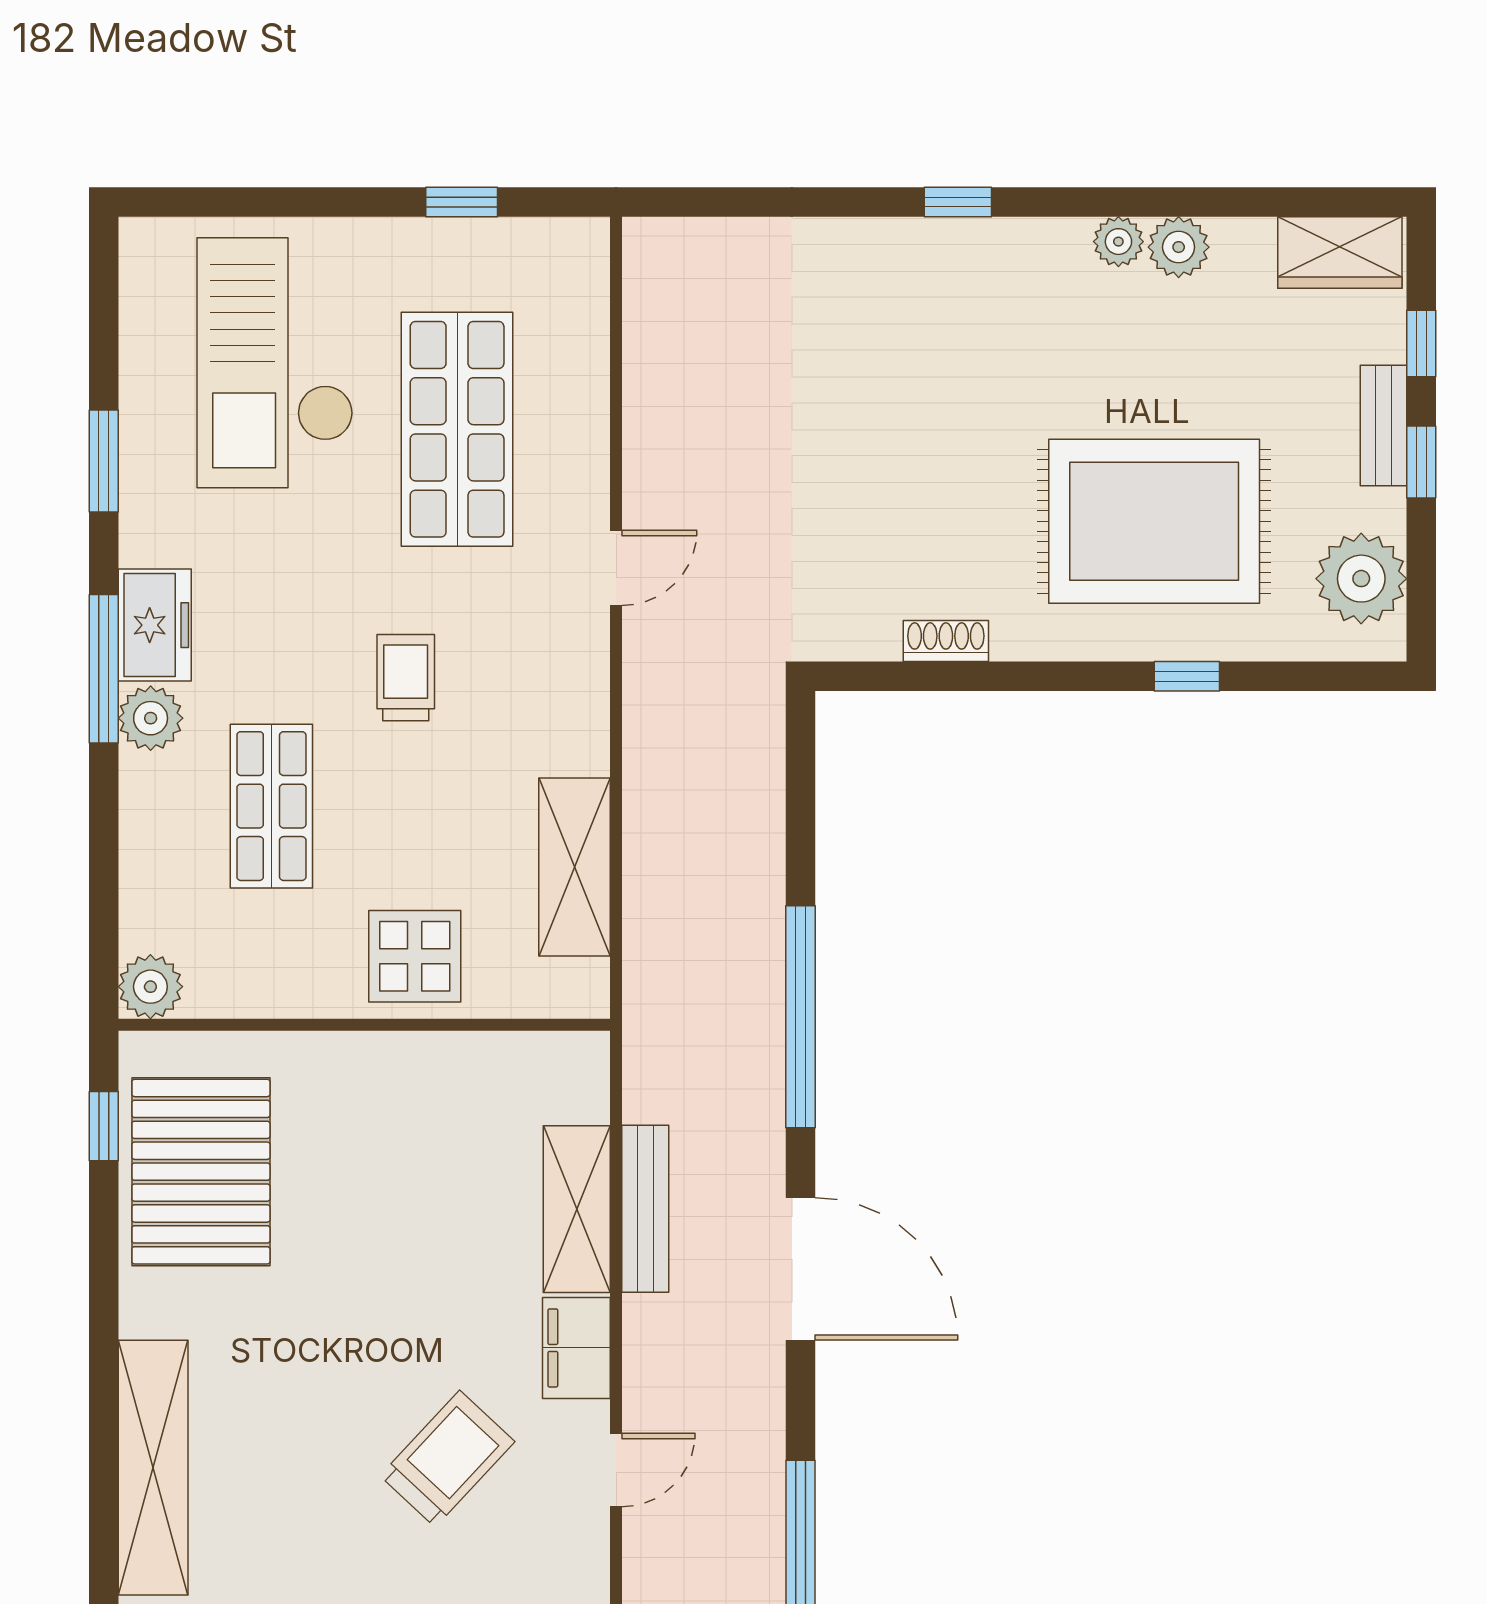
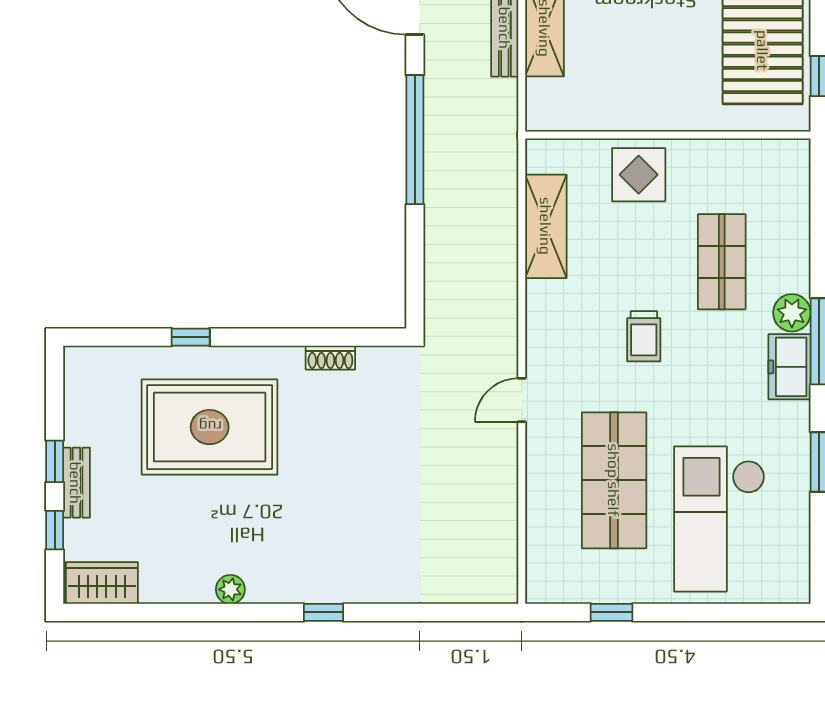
plant: (1179, 247) -> (195, 586), removed
checkout: (275, 363) -> (720, 519), turned 180
plant: (1361, 579) -> (89, 394), removed
plant: (150, 987) -> (792, 157), removed

